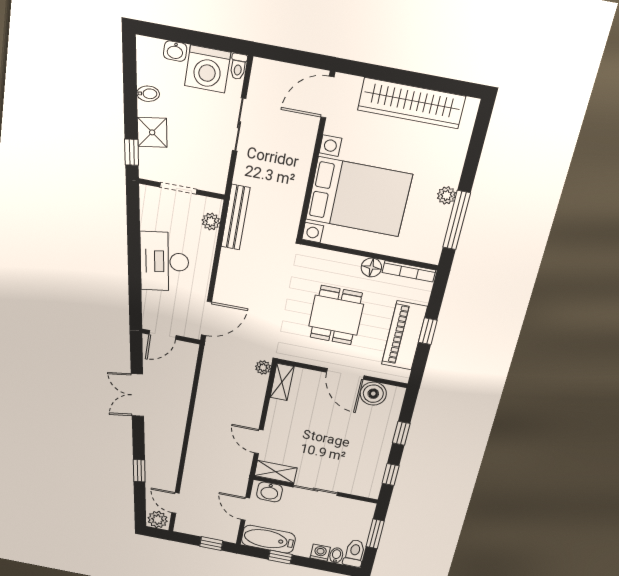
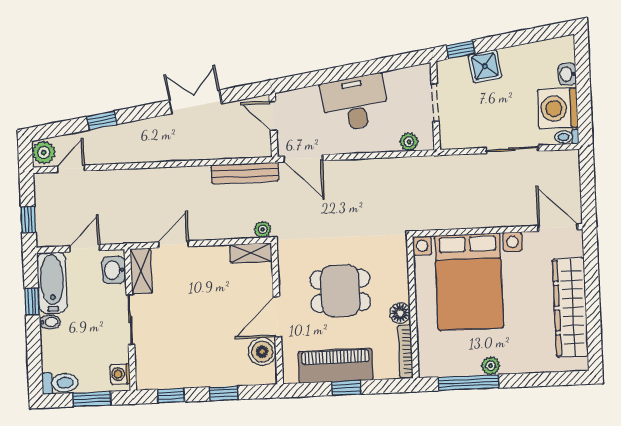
bidet: (148, 94) -> (521, 56), removed
bench: (235, 217) -> (245, 173), moved
washing machine: (320, 553) -> (120, 374), moved, turned 180
bidet: (336, 555) -> (50, 322), moved

